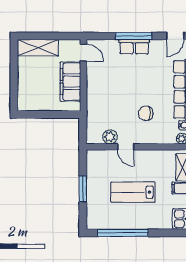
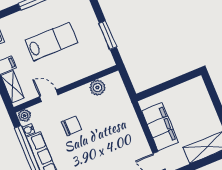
door: (126, 147) -> (49, 96), moved
window: (83, 189) -> (108, 35), moved

